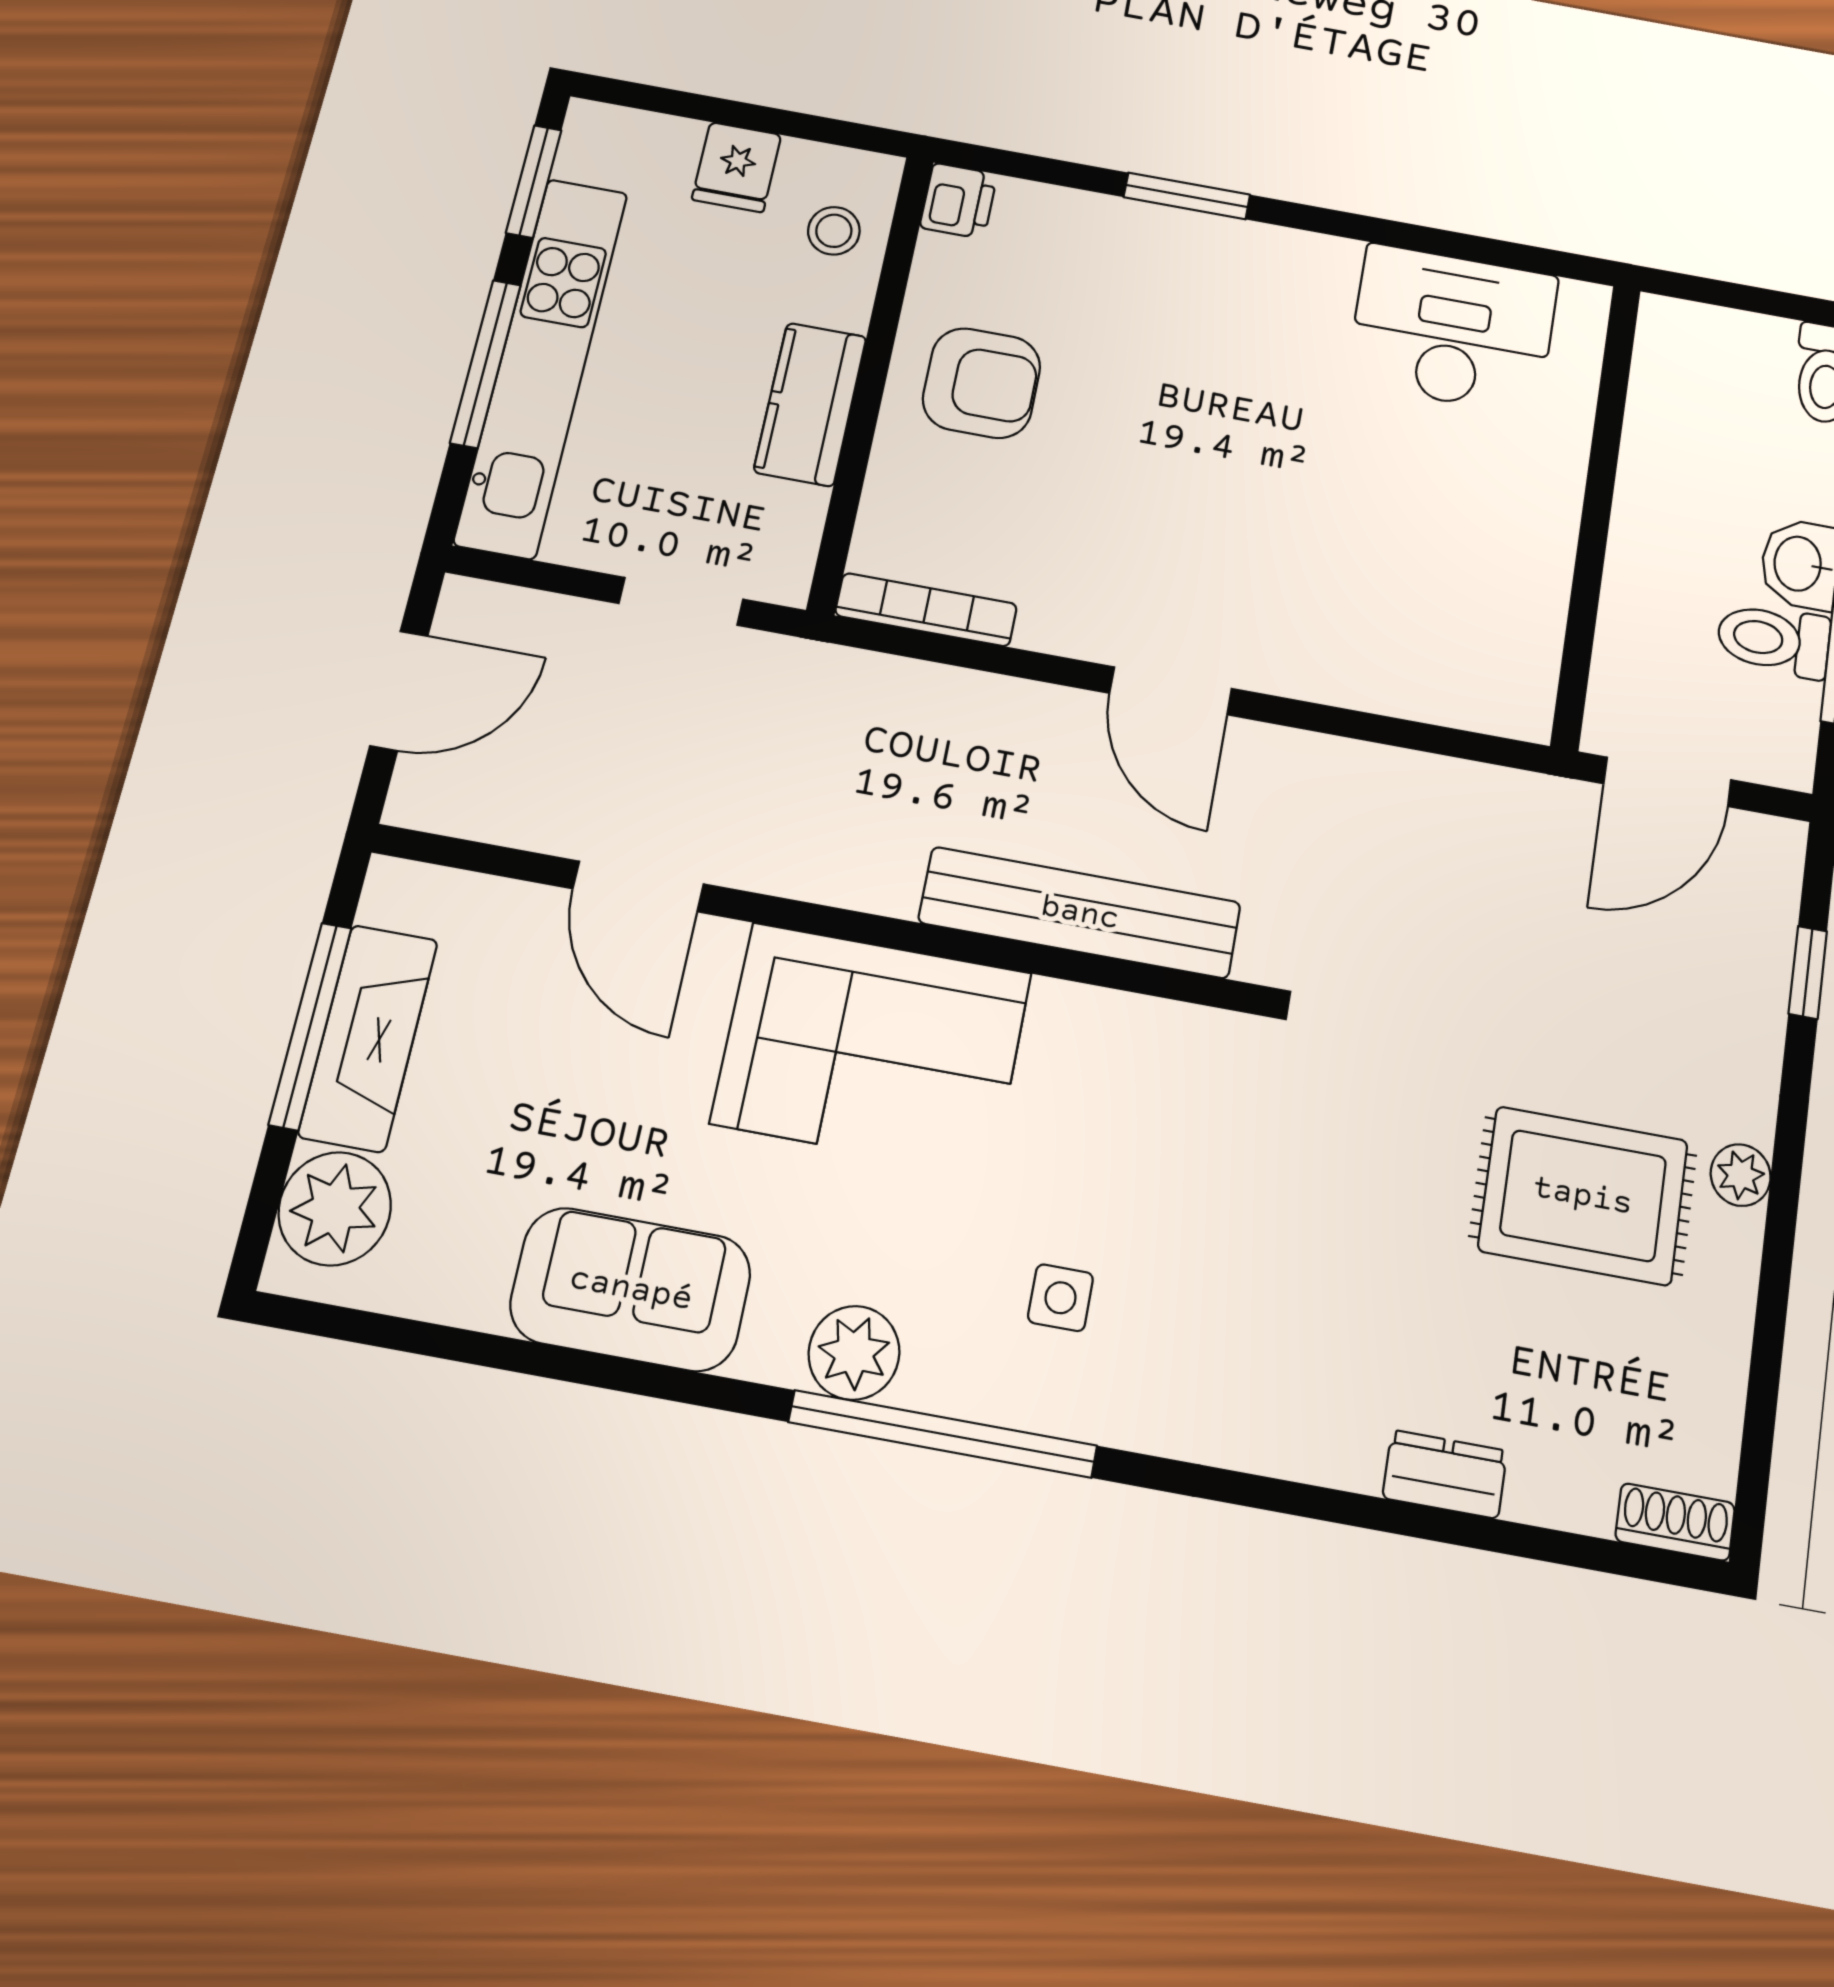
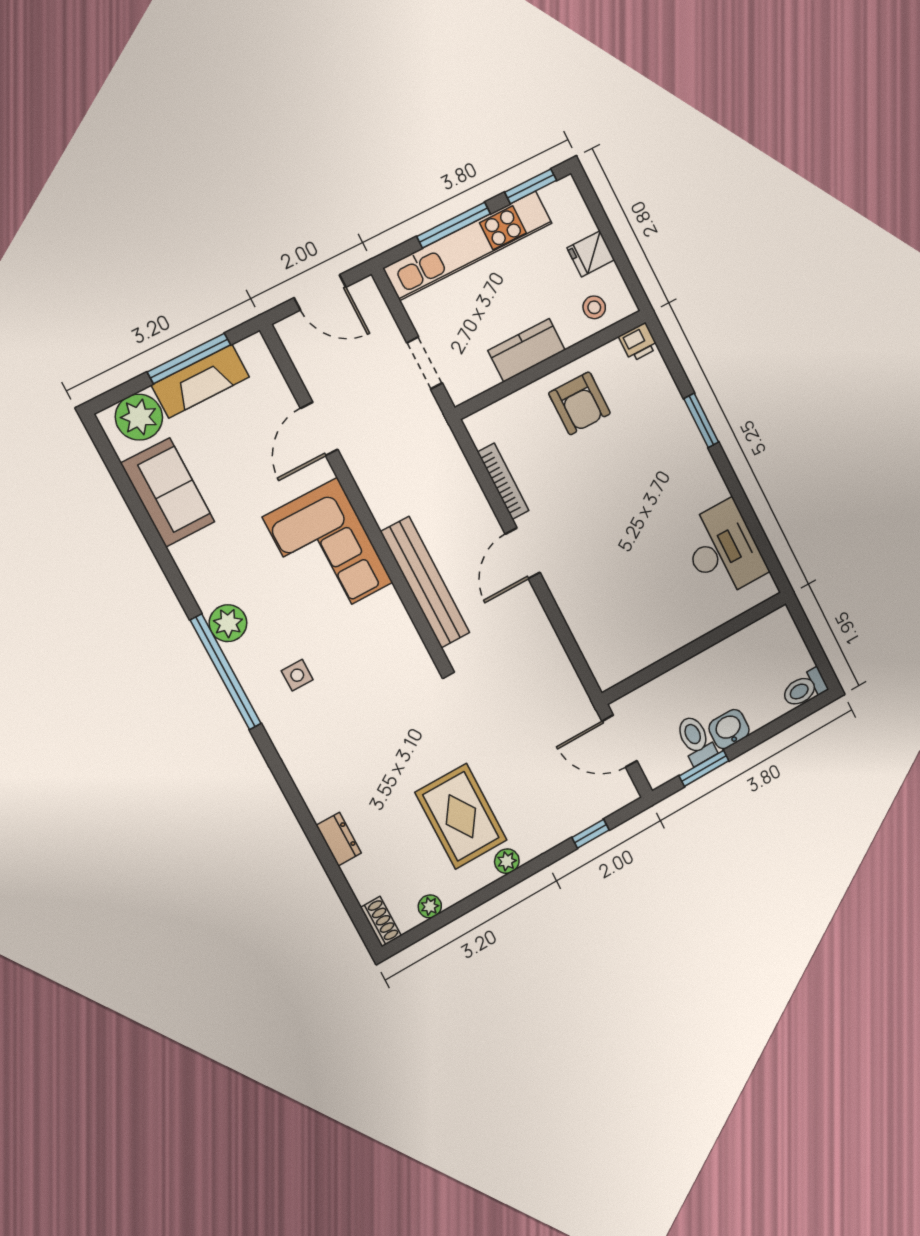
bookcase: (926, 610) -> (503, 481), moved
sofa: (631, 1289) -> (168, 493), moved
plant: (1718, 1398) -> (430, 906), added

